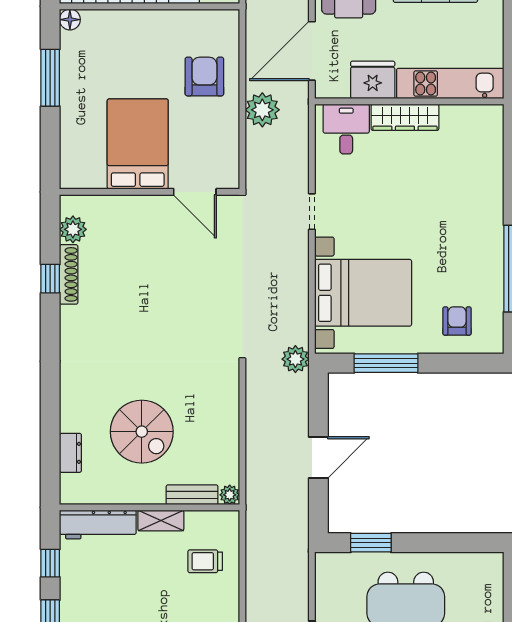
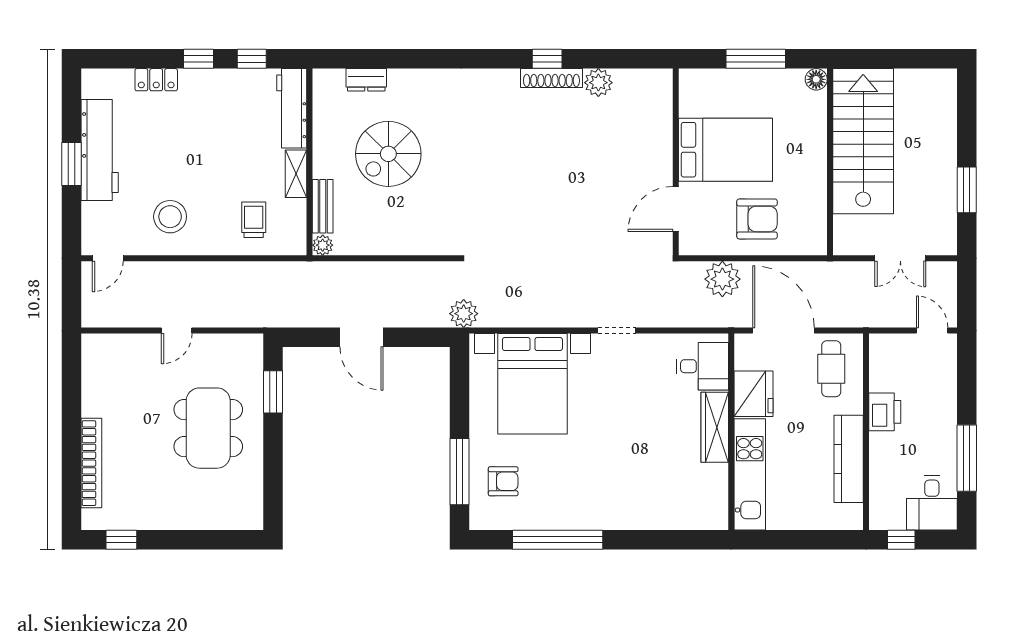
bed: (138, 144) -> (725, 150), moved
wall: (149, 192) -> (676, 162), moved
door: (195, 192) -> (676, 209), moved
window: (386, 363) -> (459, 472), moved

